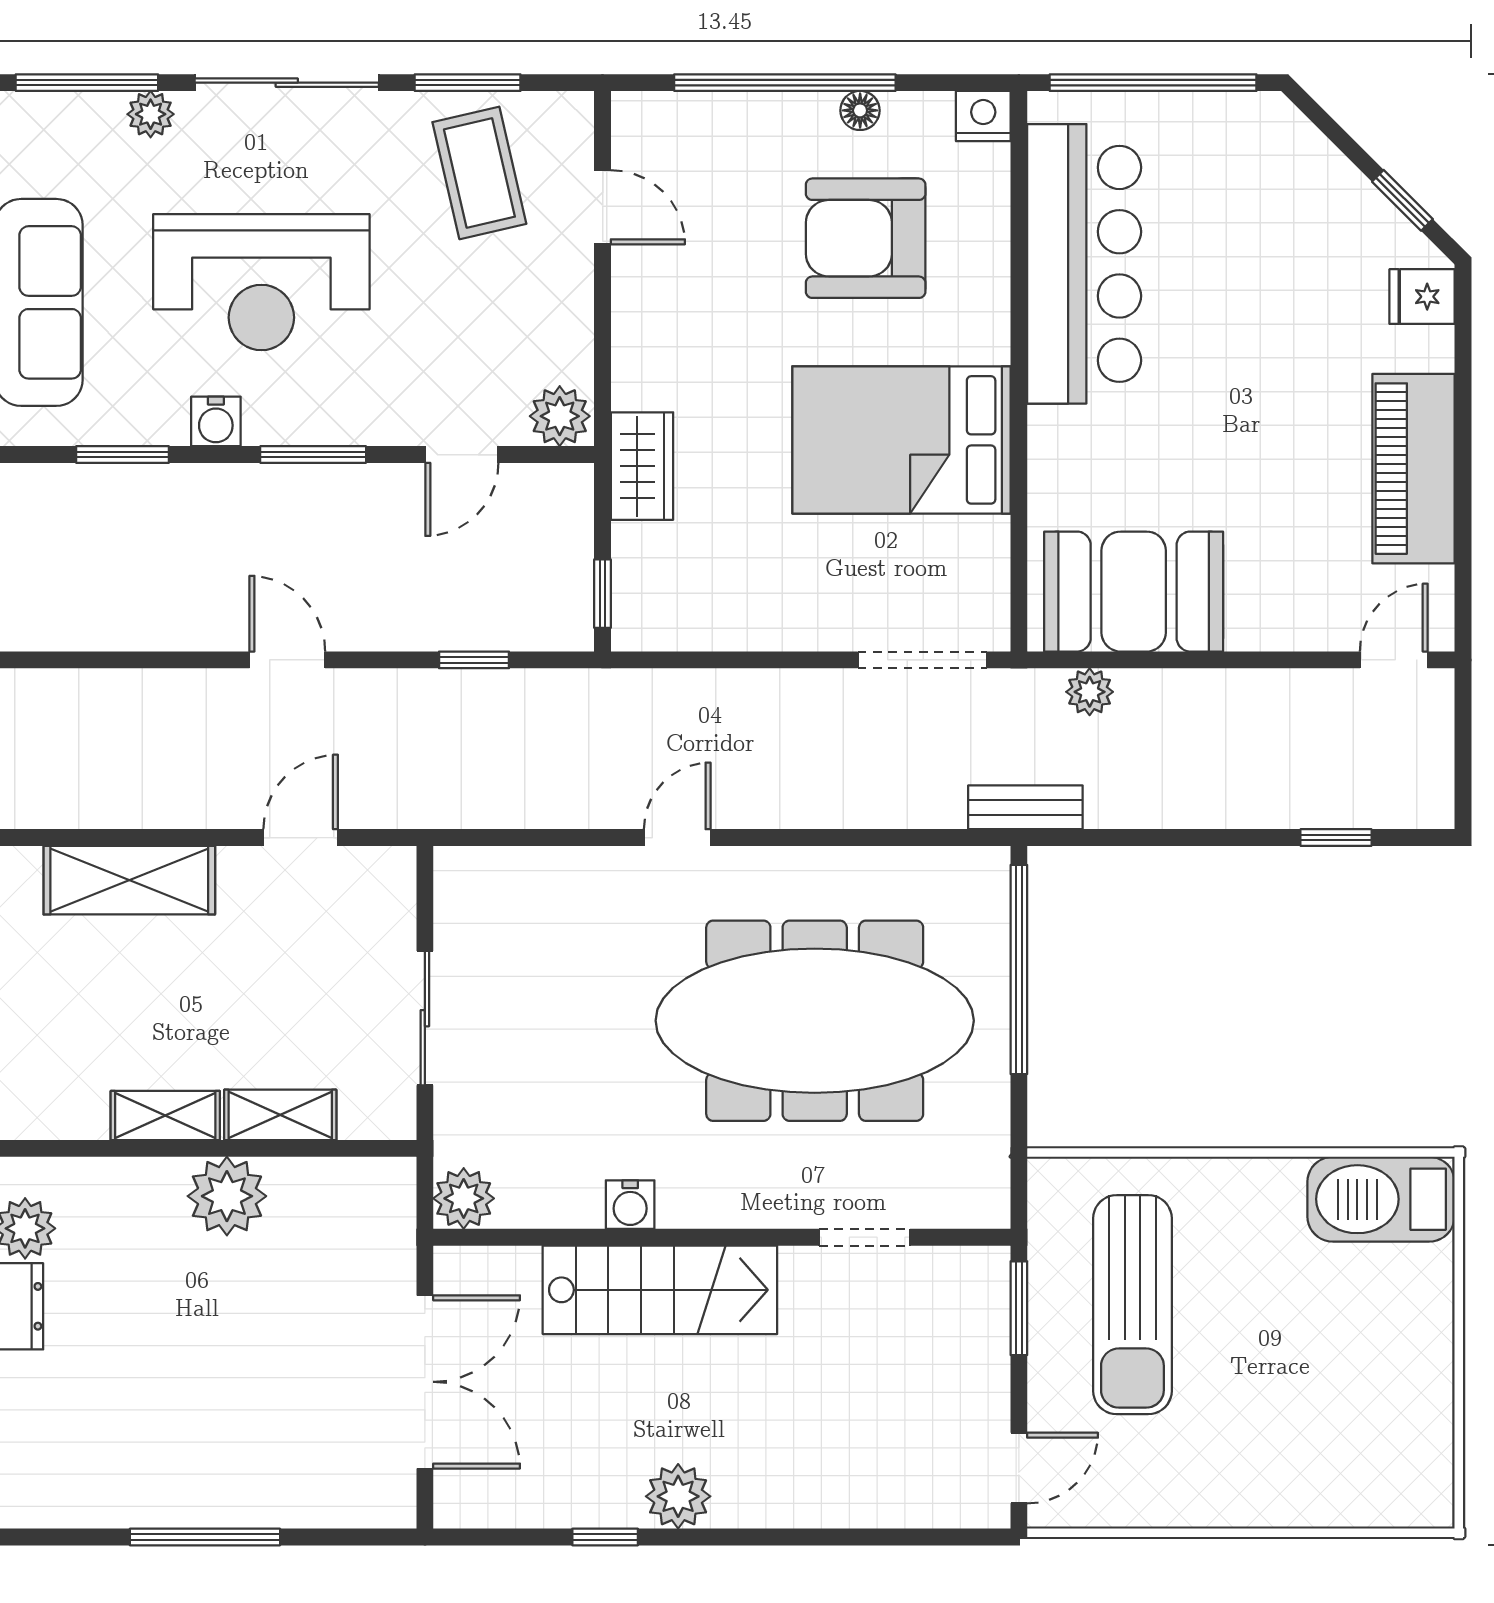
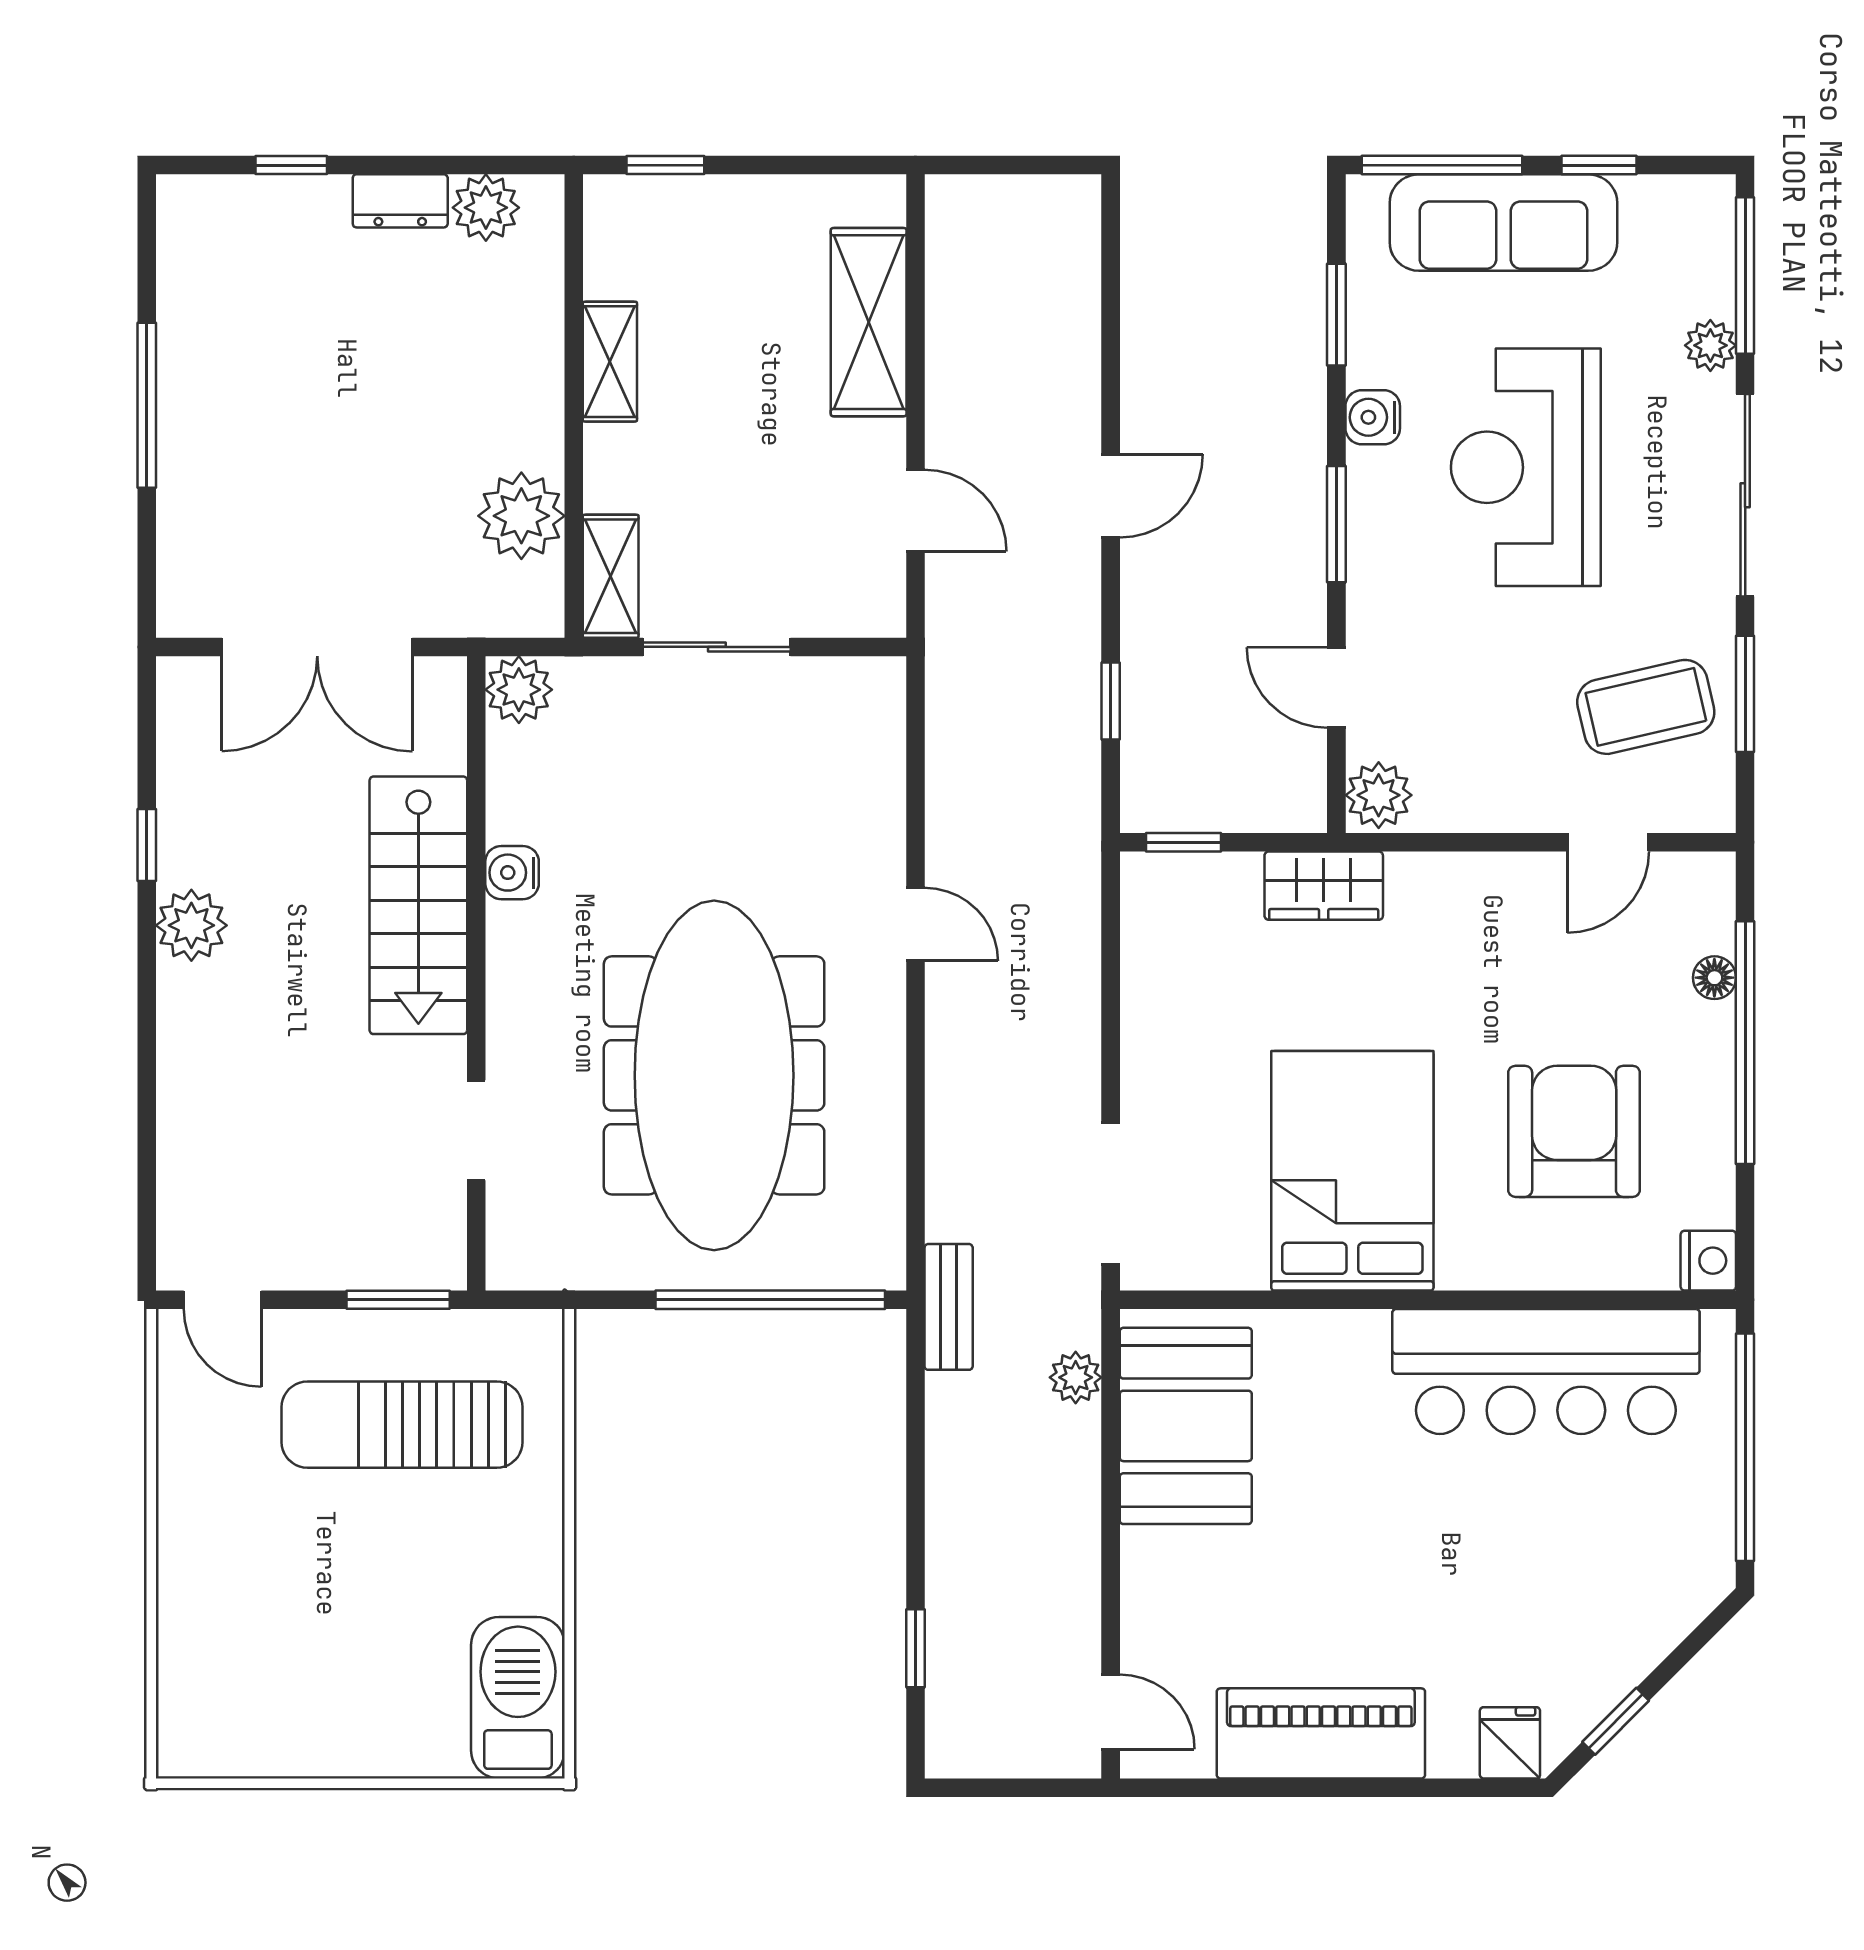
floor lamp: (860, 110) -> (1714, 978), moved
shelving: (280, 1115) -> (611, 576), moved
plant: (227, 1196) -> (521, 516), moved

